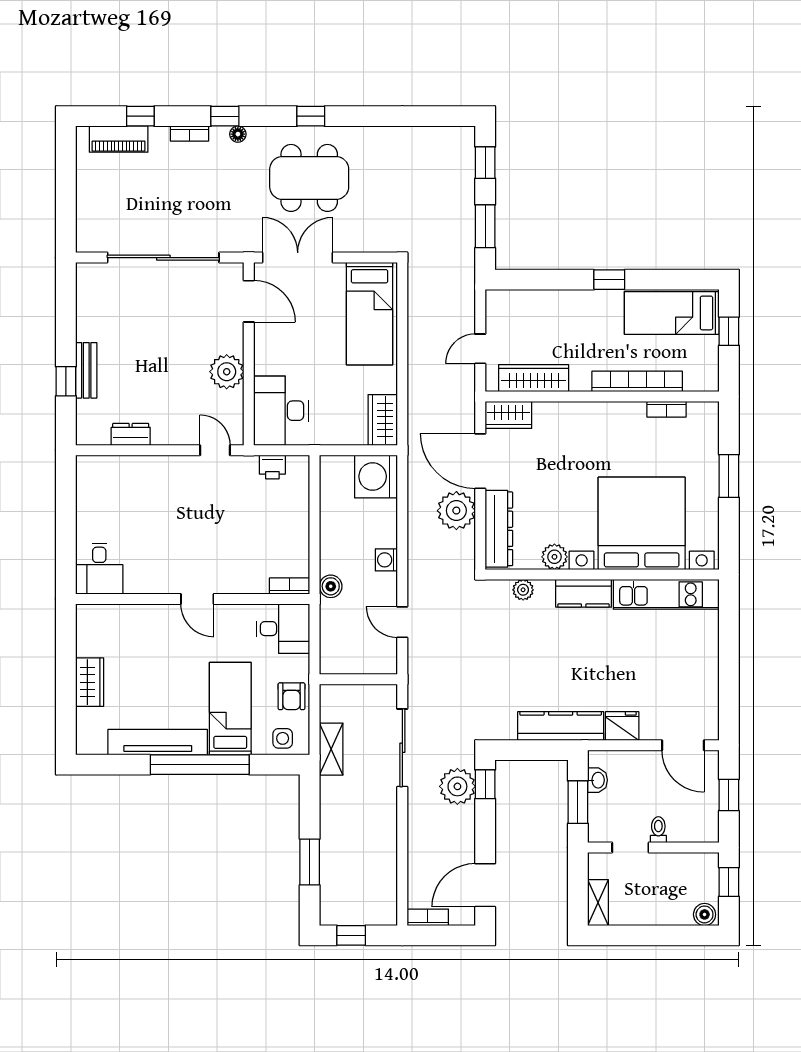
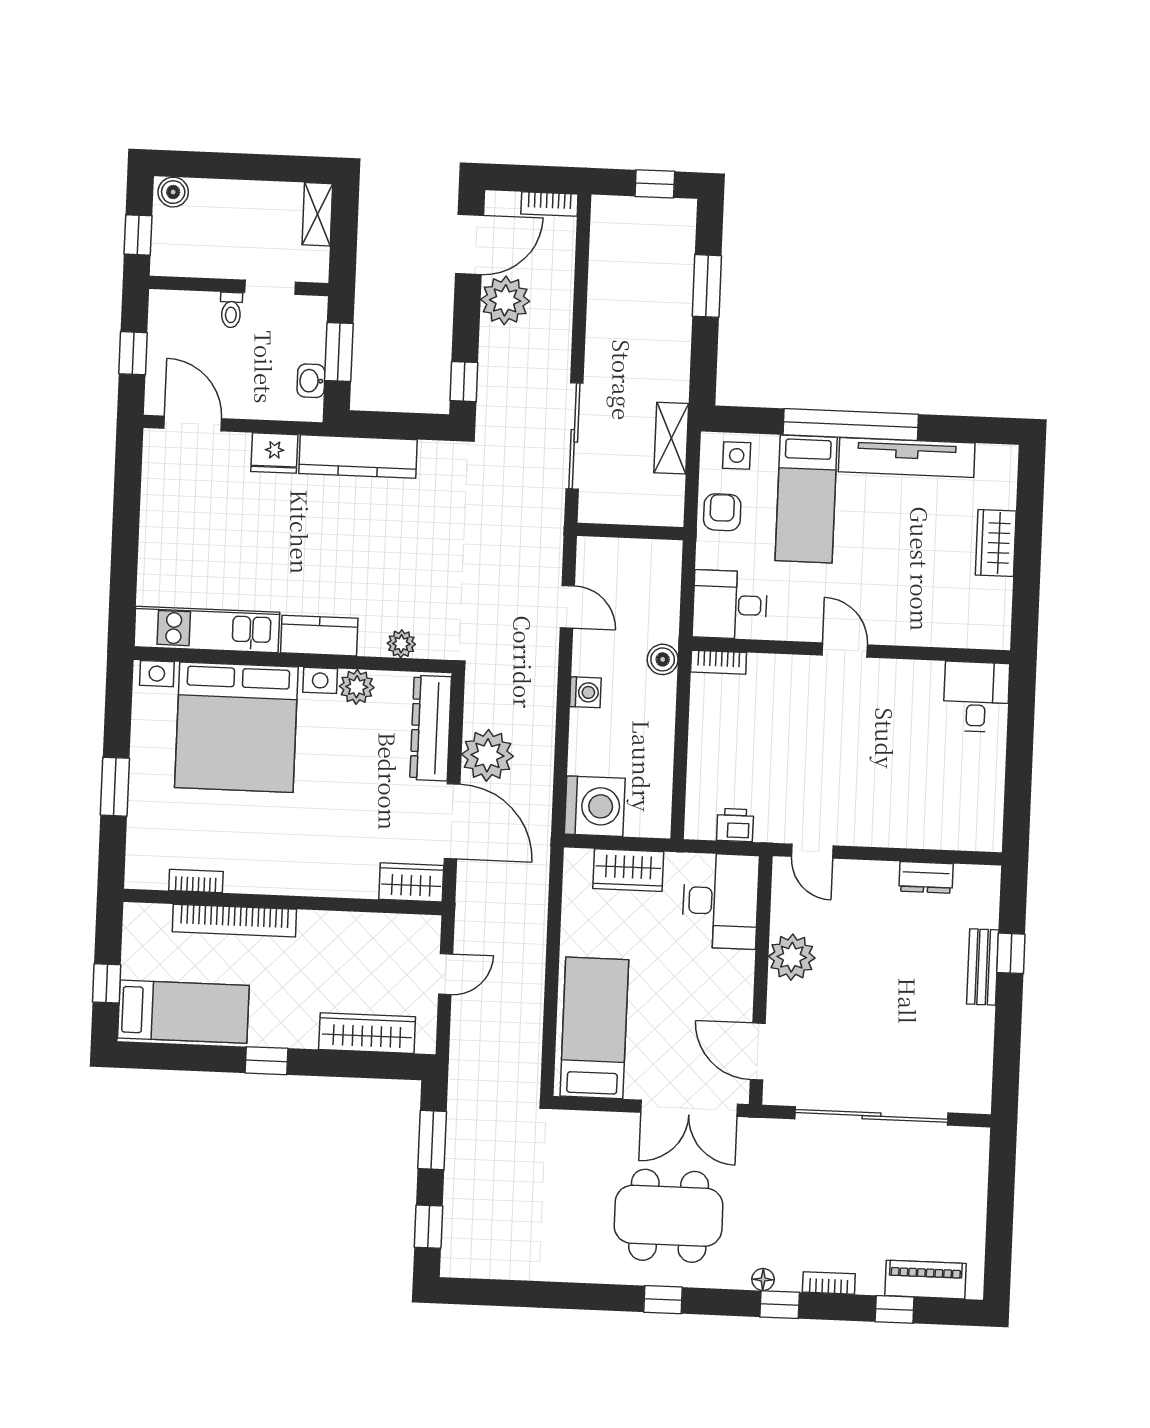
wardrobe: (534, 378) -> (367, 1033), moved, turned 180
wardrobe: (383, 420) -> (628, 870), moved, turned 90
plant: (457, 786) -> (505, 300), moved

